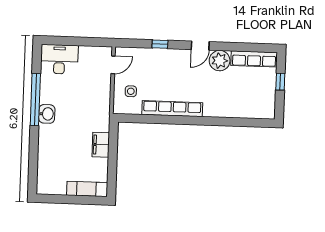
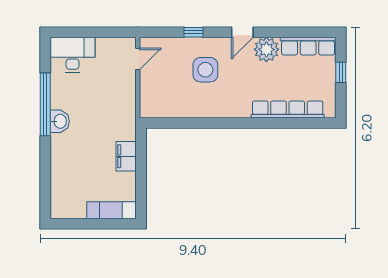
side table: (131, 91) -> (205, 70), moved, width x1.87, depth x1.87
row of seats: (172, 109) -> (288, 110), moved

